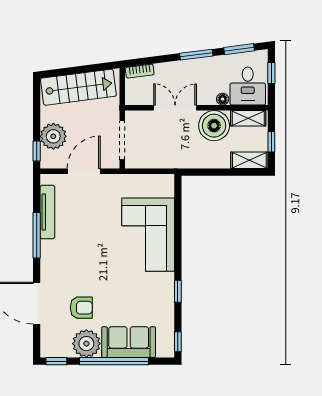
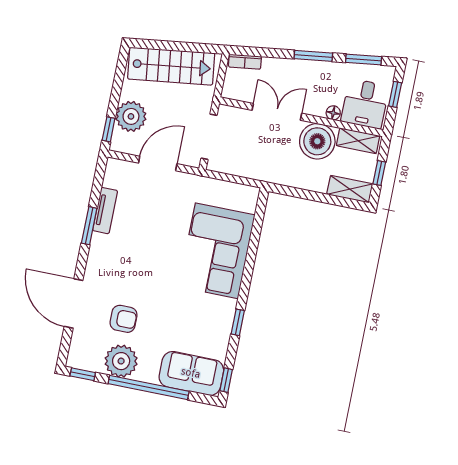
tv unit: (47, 212) -> (105, 211), width x0.71
window: (37, 235) -> (89, 226), width x0.69
sofa: (129, 342) -> (191, 373), moved

